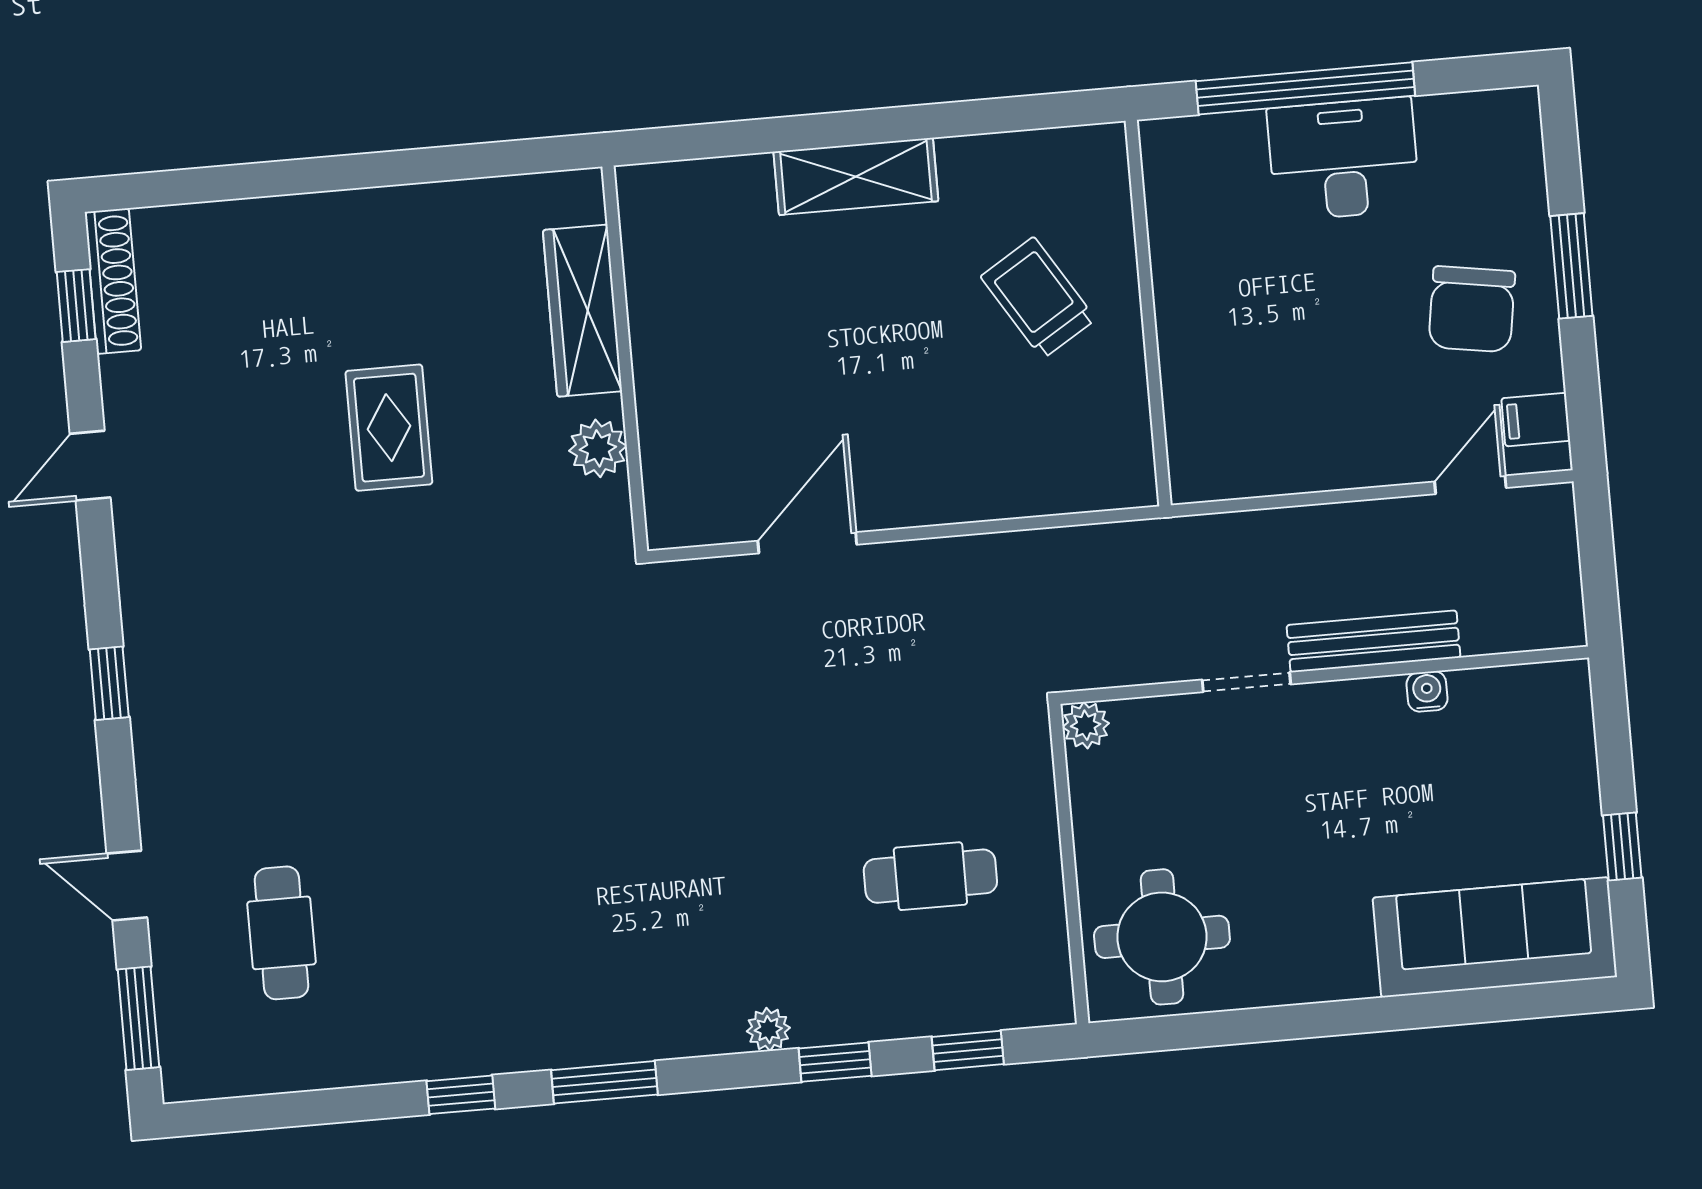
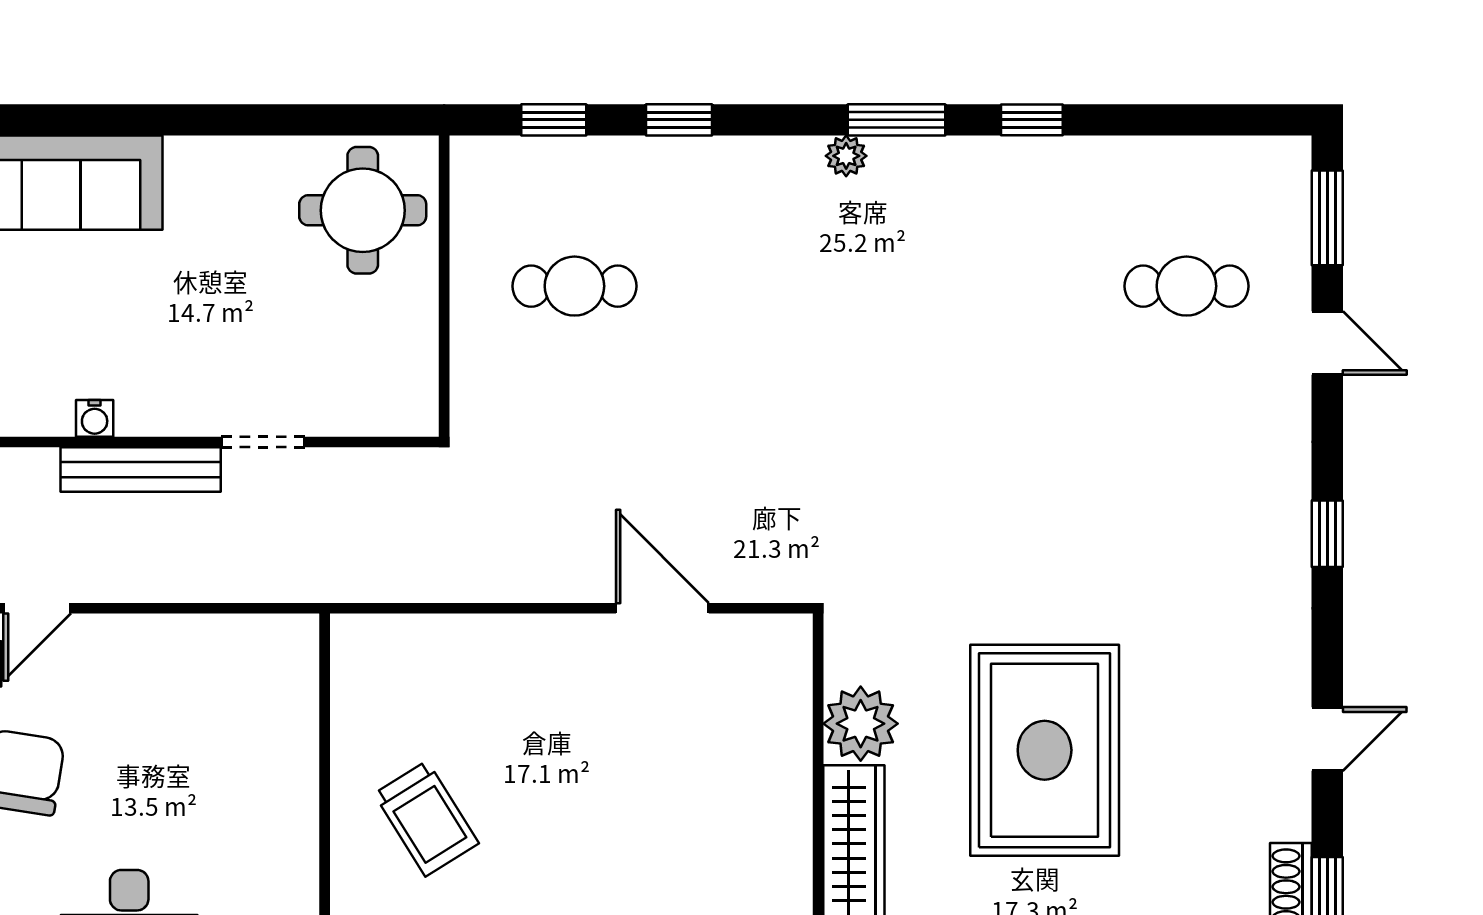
rug: (389, 428) -> (1045, 750), width x1.86, depth x2.06
plant: (598, 448) -> (861, 724), width x1.36, depth x1.36
door: (807, 543) -> (662, 608), swing flipped
plant: (1086, 725) -> (417, 415), removed
cafe table: (281, 933) -> (1186, 286), turned 90
plant: (768, 1029) -> (846, 156), moved

